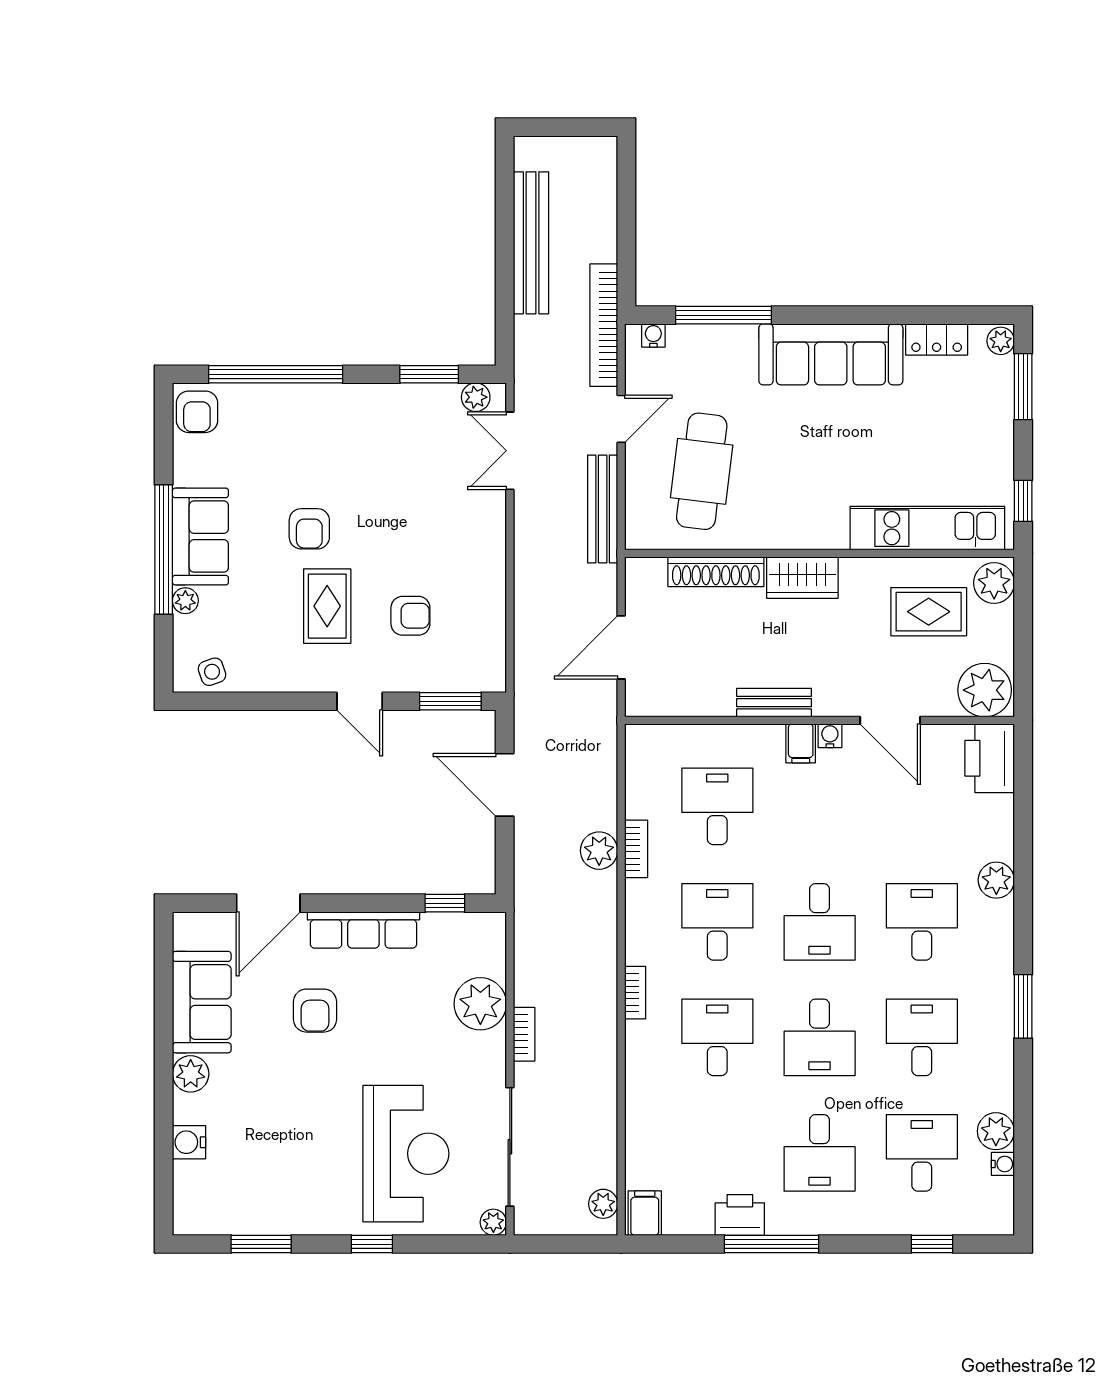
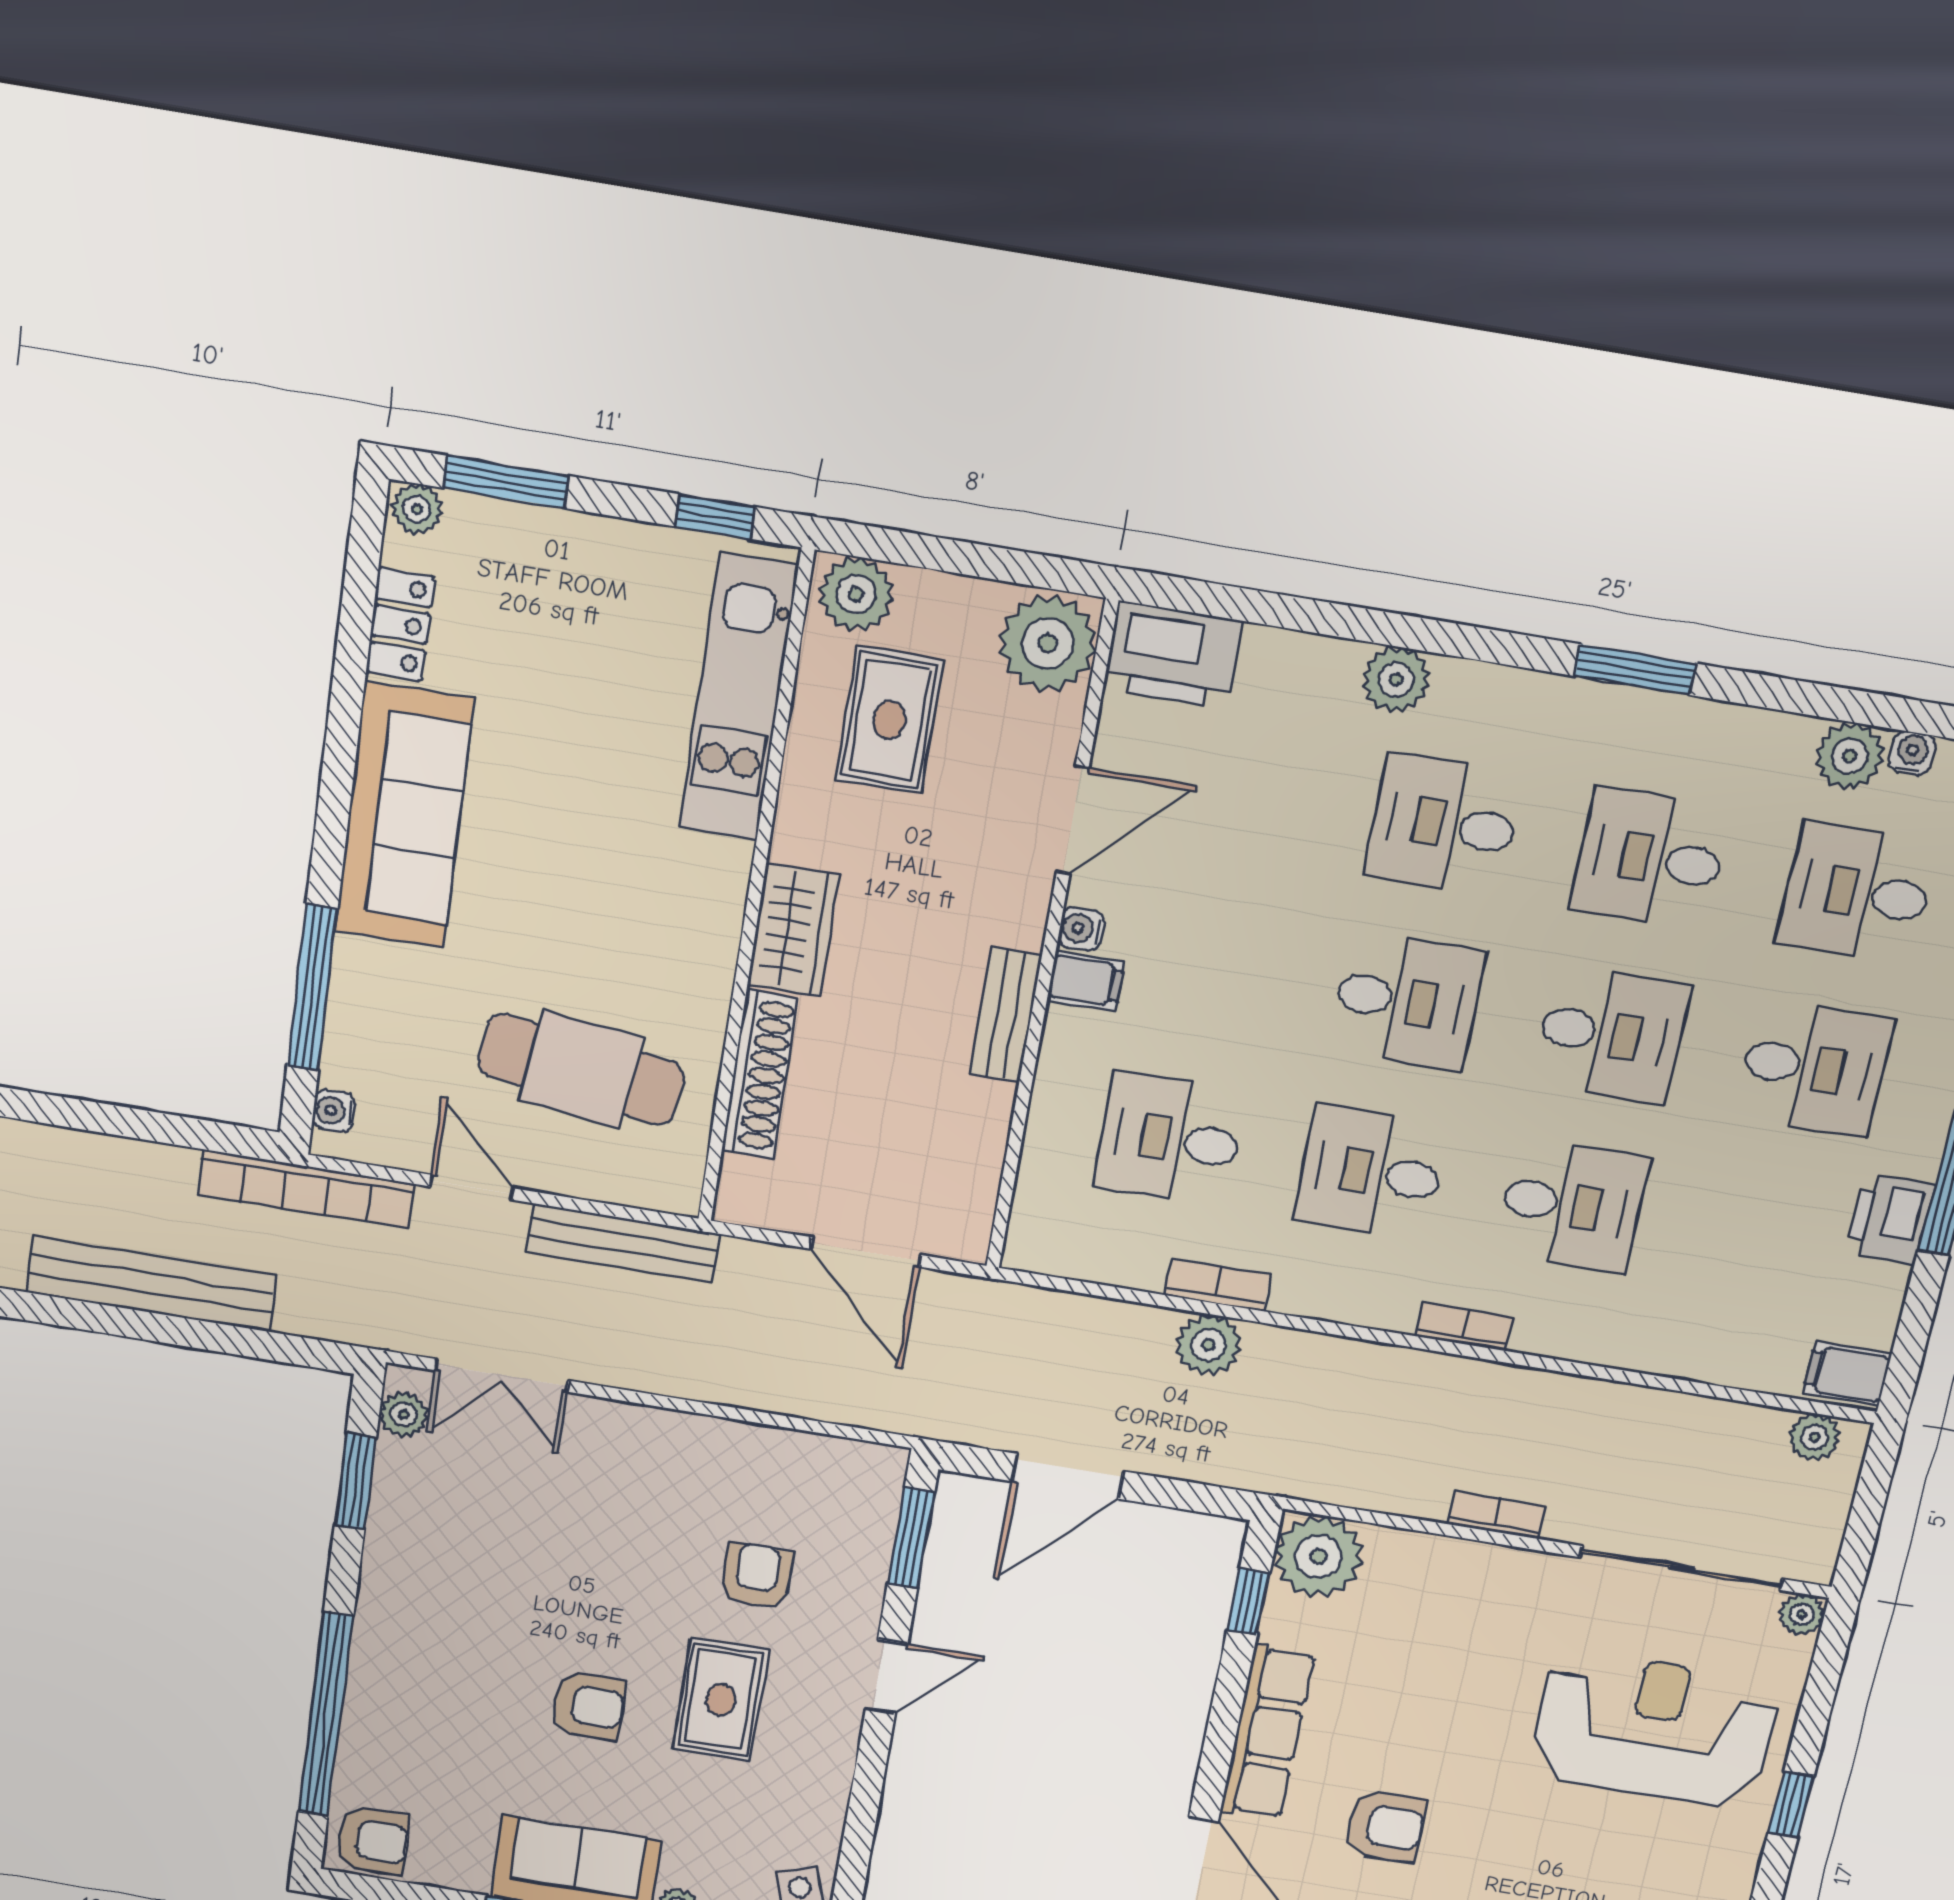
rug: (327, 606) -> (720, 1700), turned 90
plant: (480, 1004) -> (1318, 1556), moved
desk: (717, 1037) -> (1572, 1206), turned 180

